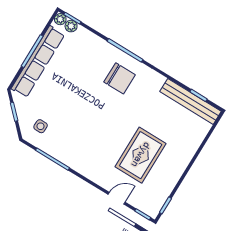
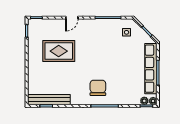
chair: (120, 78) -> (98, 88), turned 90
rug: (141, 155) -> (59, 51), turned 90
door: (117, 198) -> (72, 18), moved

